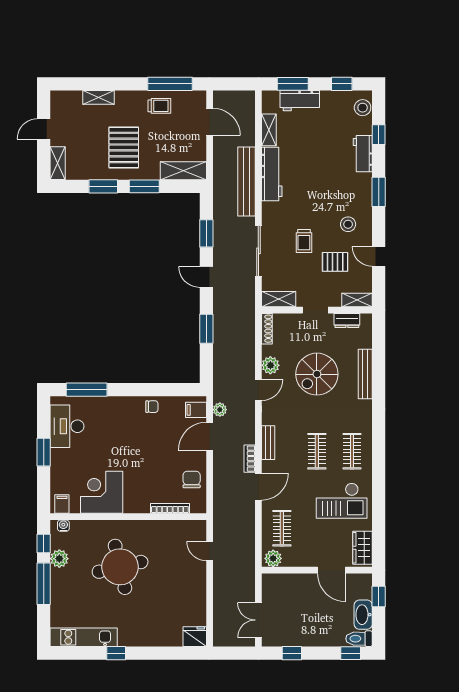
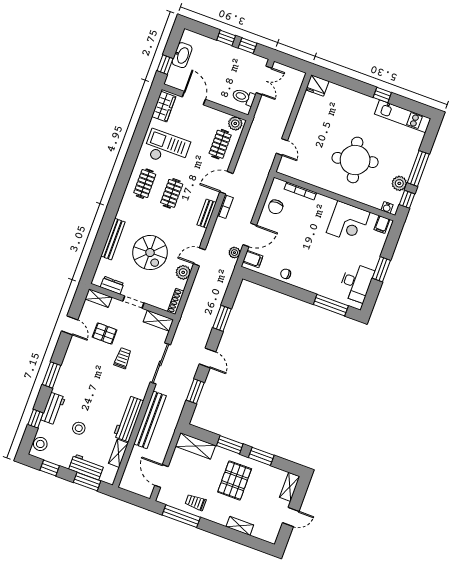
stool: (348, 224) -> (79, 428), moved
spiral stairs: (317, 374) -> (150, 253), turned 90
toilet: (359, 639) -> (244, 97), moved, turned 180
window: (351, 653) -> (226, 38), moved

